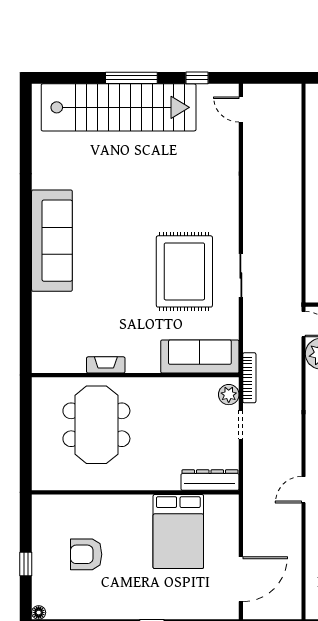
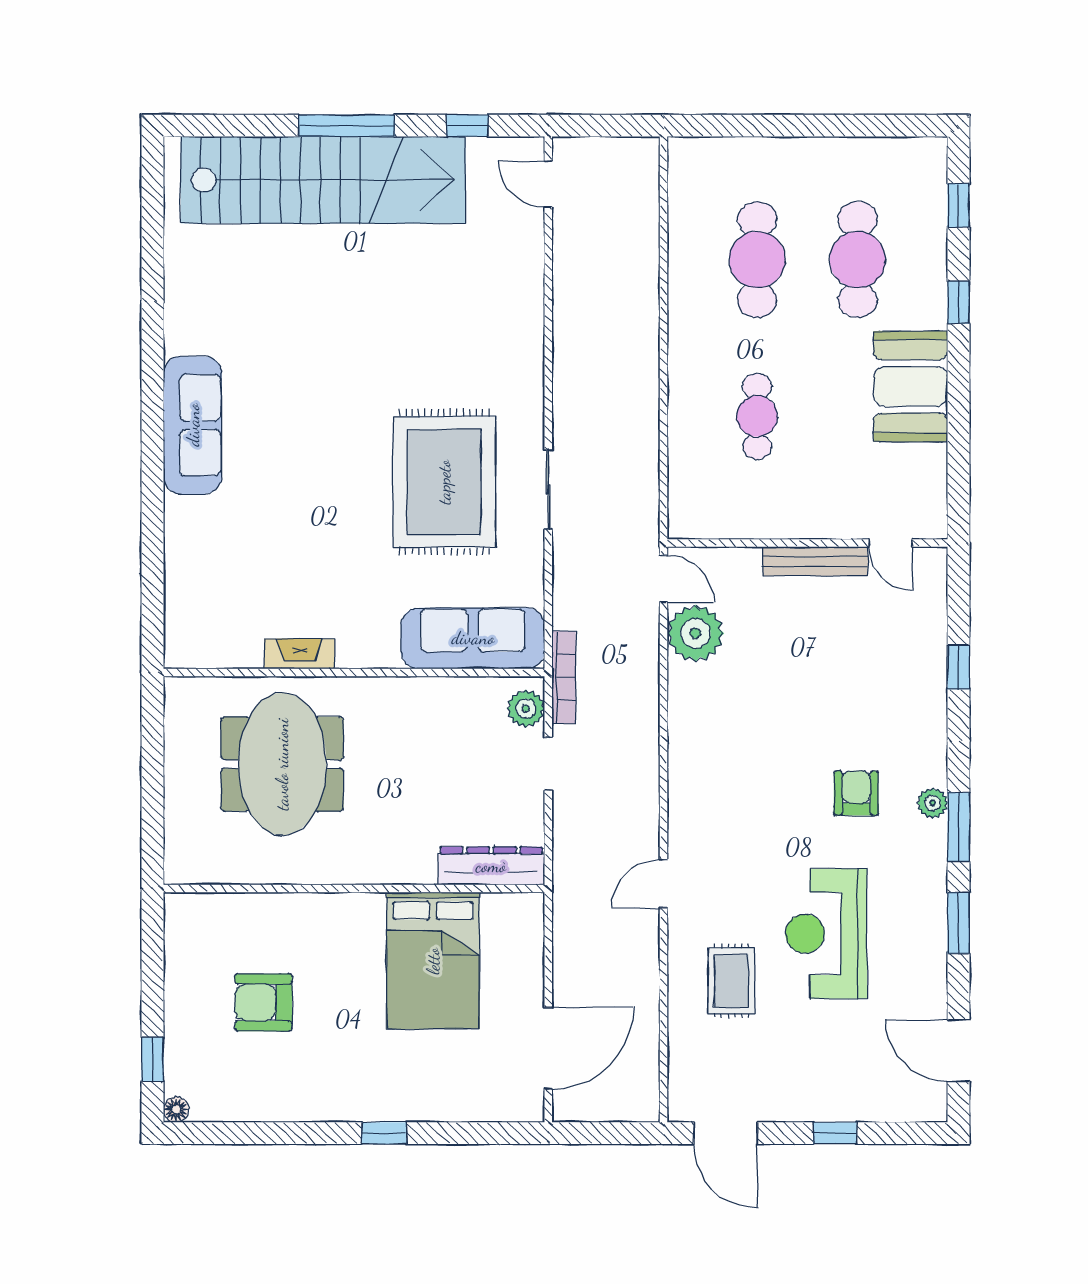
sofa: (52, 241) -> (193, 425), width x0.74, depth x0.79
window: (26, 564) -> (152, 1059), moved

